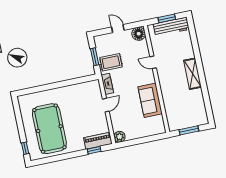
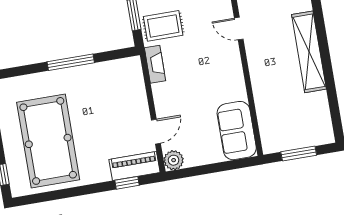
shelving: (193, 74) -> (309, 52), width x1.47
window: (60, 84) -> (71, 62), added
sofa: (150, 100) -> (237, 131), moved
door: (106, 105) -> (156, 132), moved

